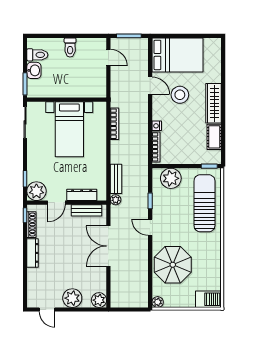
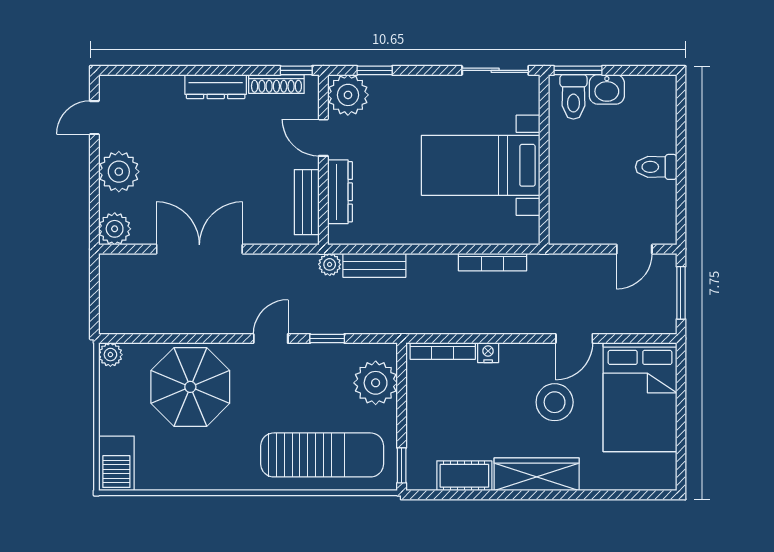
toilet: (37, 55) -> (573, 97), moved
double door: (108, 246) -> (199, 249), moved

